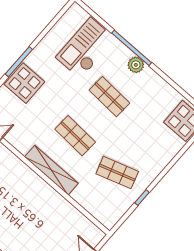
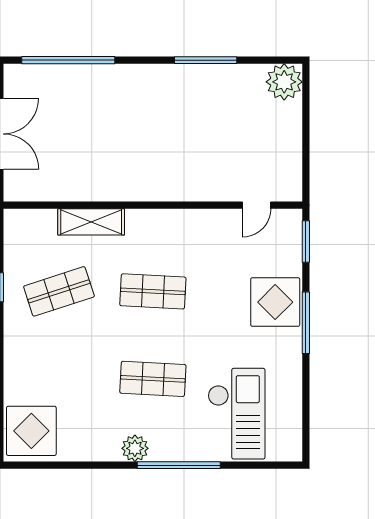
plant: (136, 65) -> (135, 448), moved
shelving: (51, 170) -> (91, 222), moved, width x0.68

